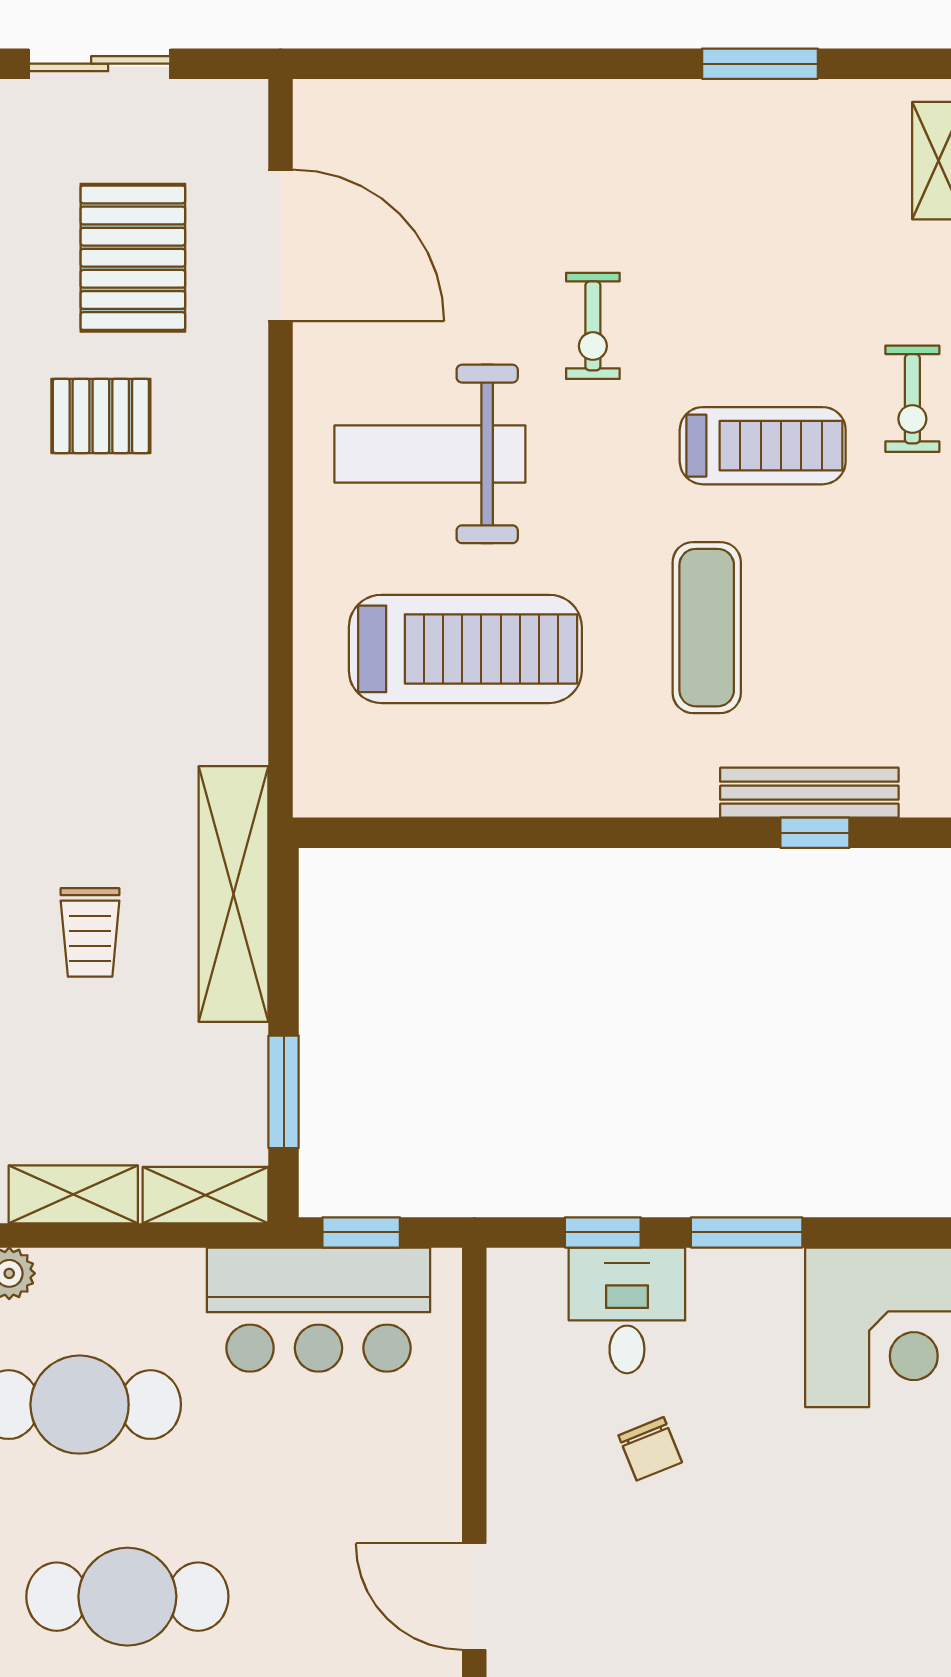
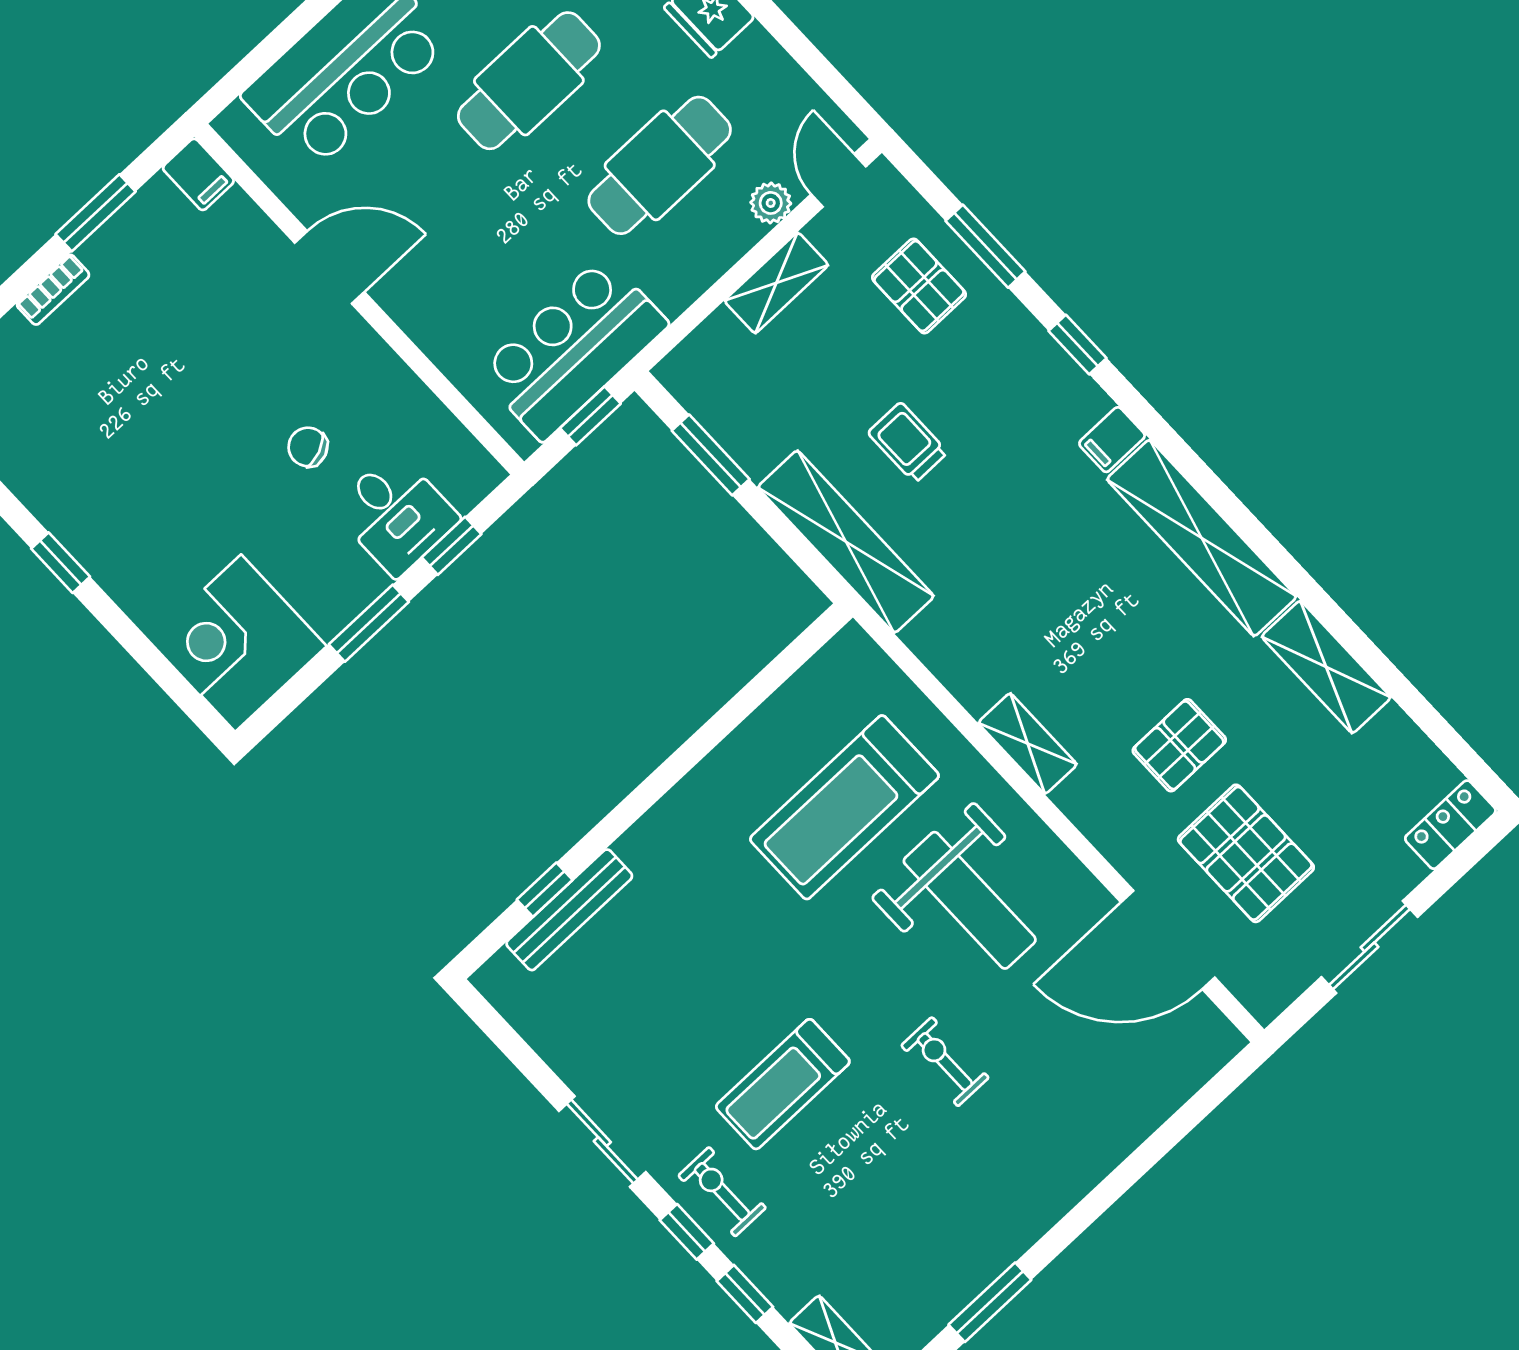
weight bench: (430, 454) -> (970, 900), turned 90
exercise mat: (707, 628) -> (717, 949), removed
shelving: (206, 1195) -> (1028, 744), moved, turned 90

